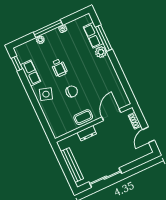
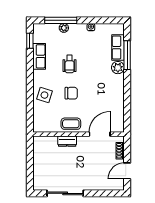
window: (48, 29) -> (61, 20), moved
side table: (46, 94) -> (44, 95), moved
bench: (72, 165) -> (38, 166), removed

